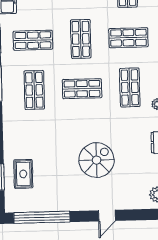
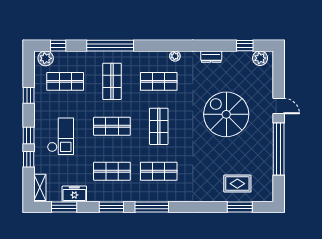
shop shelf: (33, 40) -> (112, 171), turned 90
spiral stairs: (97, 160) -> (226, 114), width x1.37, depth x1.37
window: (42, 217) -> (279, 149), moved

